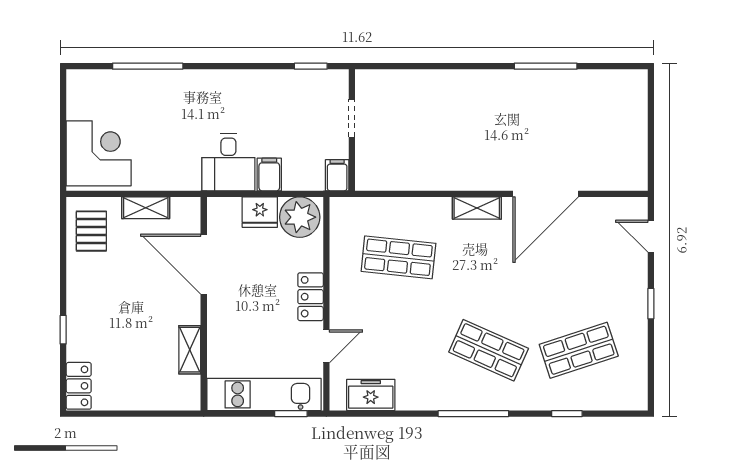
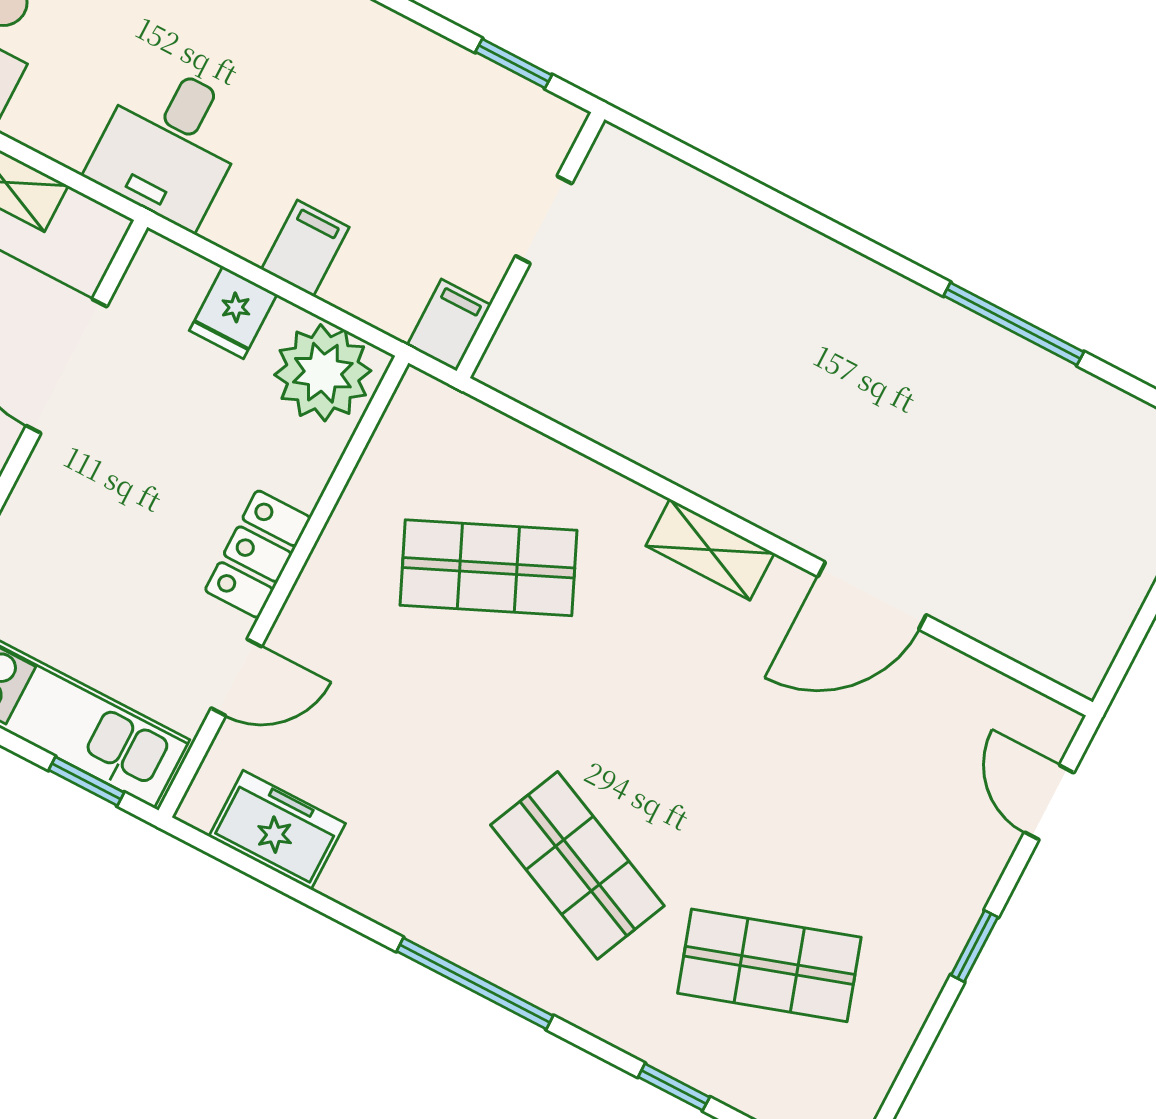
desk: (228, 162) -> (170, 144), moved
door: (546, 194) -> (872, 596), width x0.73
fridge: (260, 212) -> (233, 313), width x0.72
shop shelf: (398, 257) -> (489, 568), turned -30

